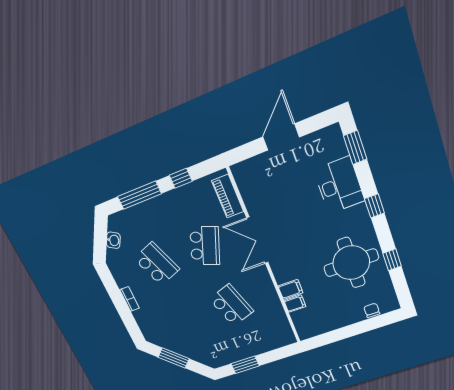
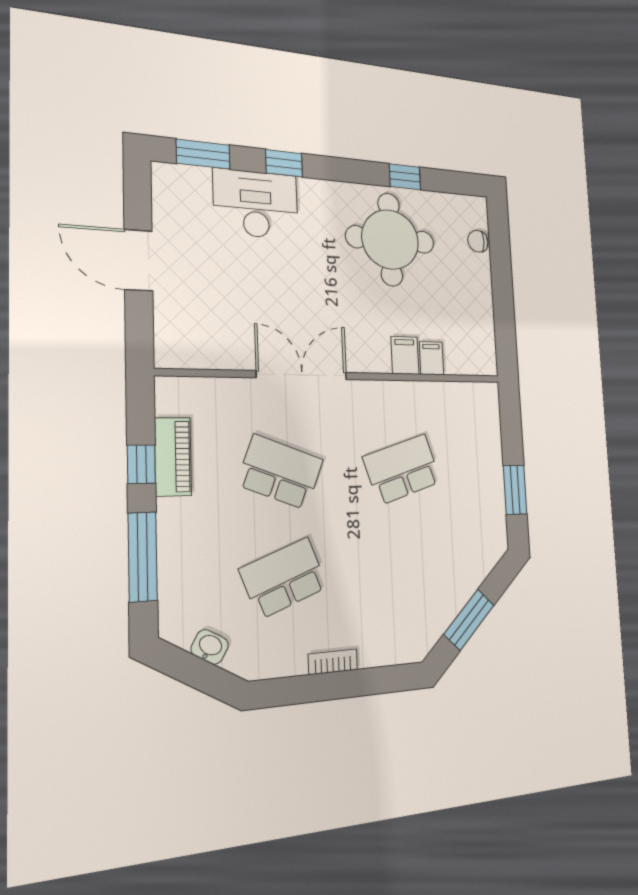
piano: (228, 196) -> (173, 457), moved, turned -90
window: (374, 206) -> (284, 163), moved
double door: (257, 240) -> (302, 375), swing flipped

